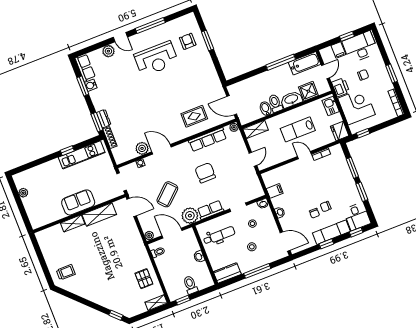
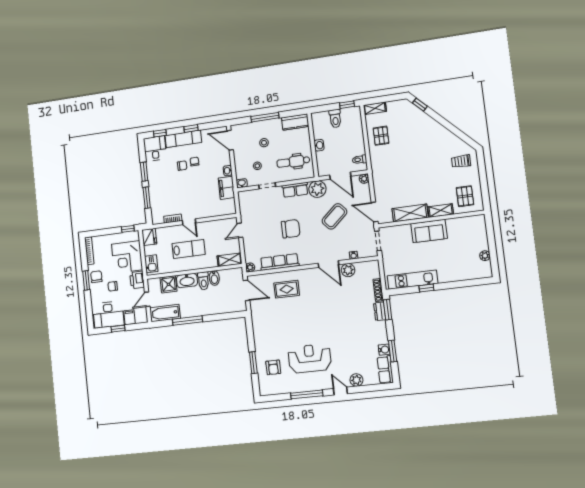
chair: (382, 80) -> (96, 277), added
chair: (205, 173) -> (291, 229), turned -90
filing cabinet: (275, 191) -> (226, 188), width x2.00
pallet: (54, 242) -> (465, 196), added

